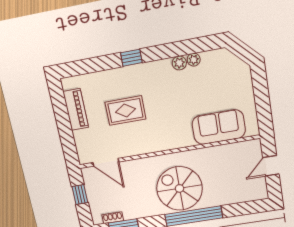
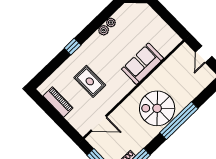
rug: (125, 111) -> (90, 81), turned 90
sofa: (219, 127) -> (143, 64), moved

